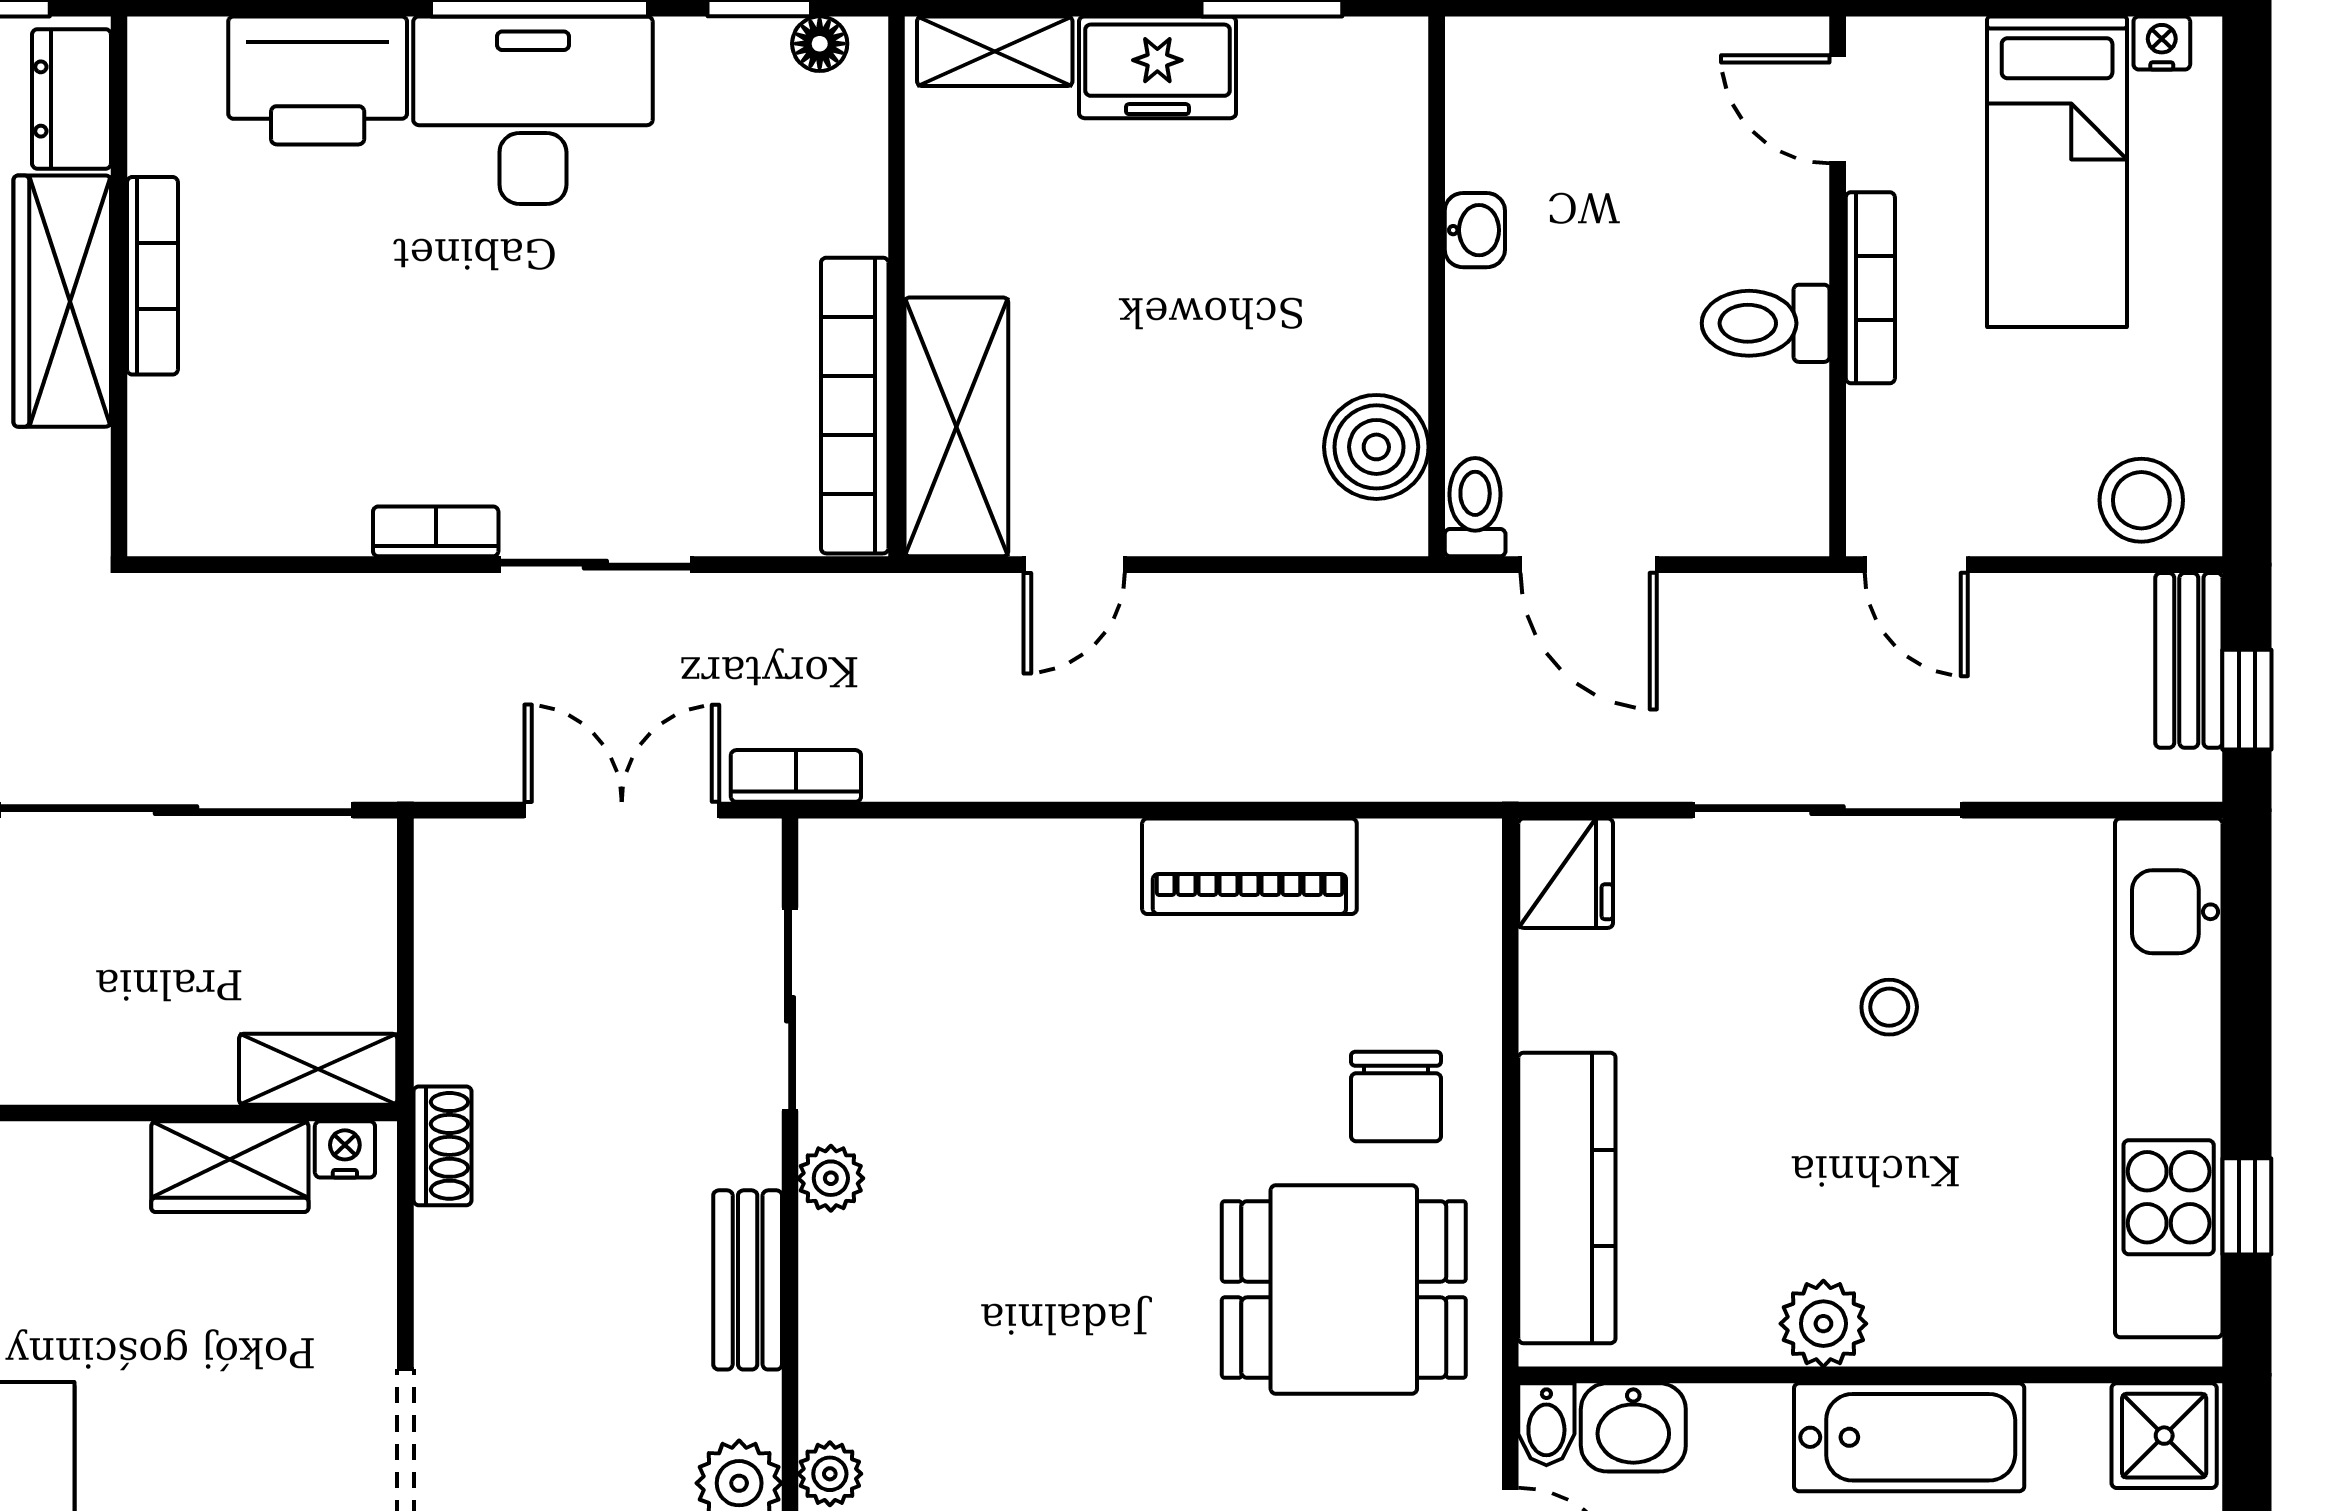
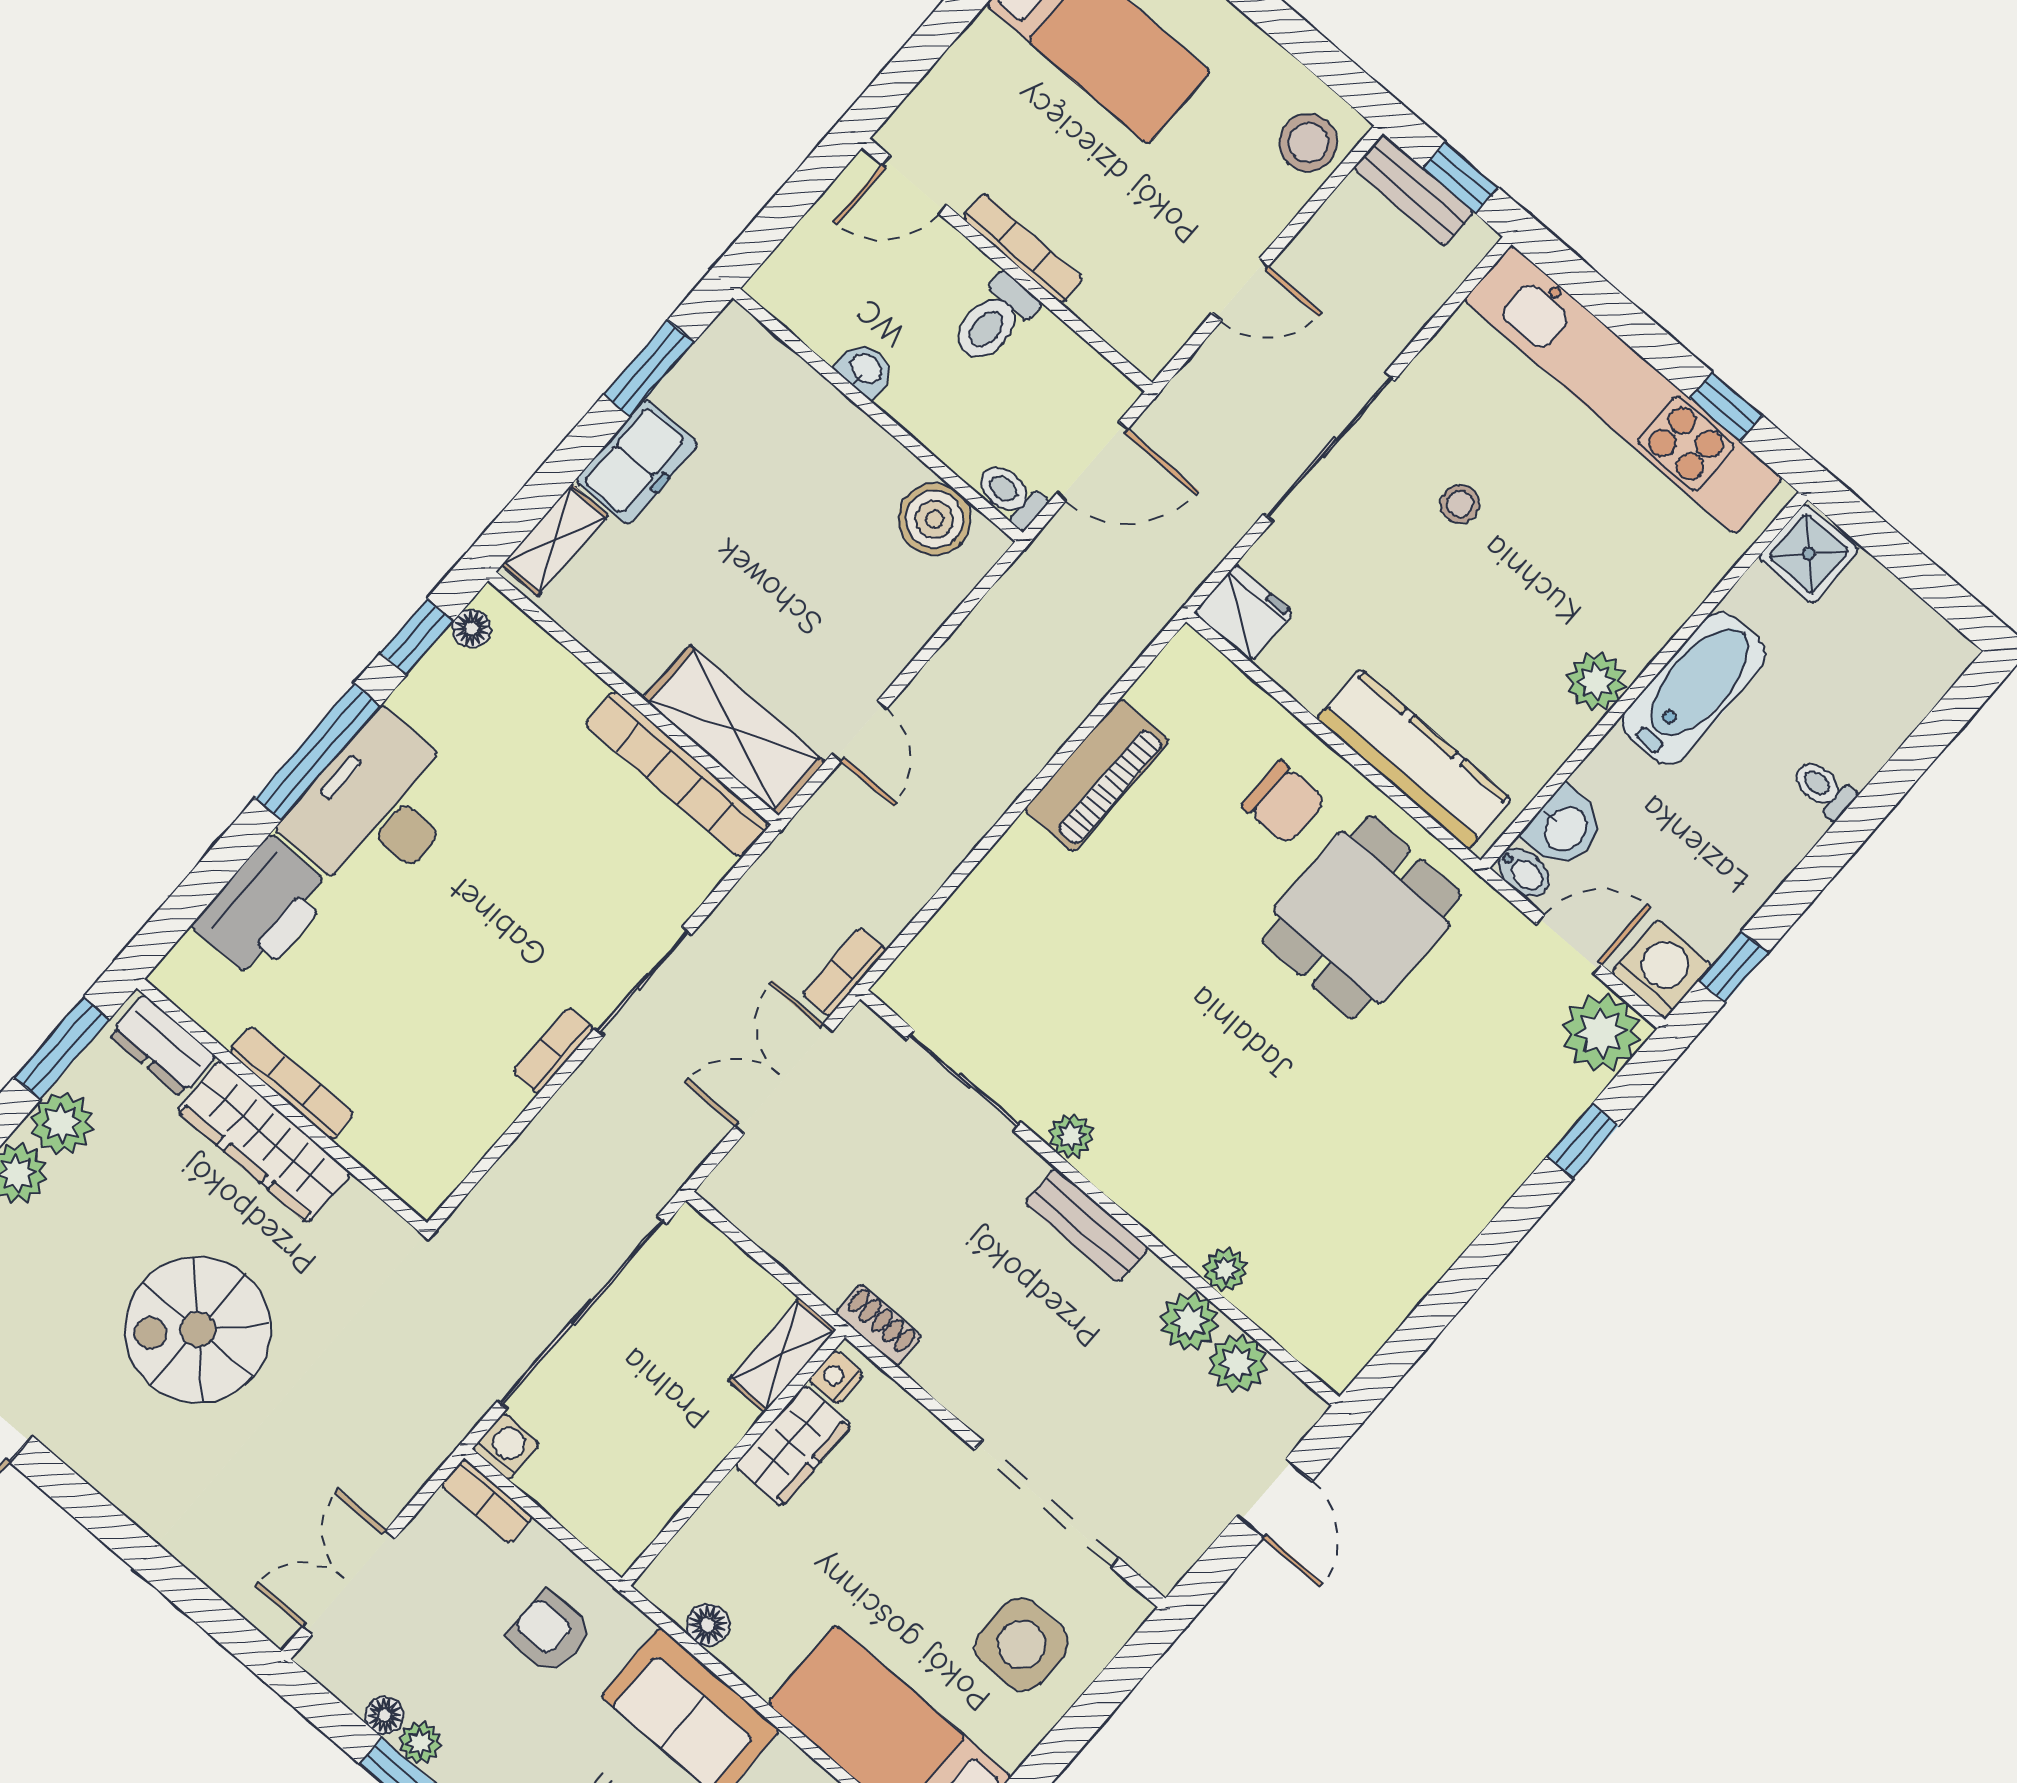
door: (1838, 109) -> (914, 185), moved
wall: (1838, 286) -> (1007, 265), moved
bookcase: (1870, 288) -> (1023, 249), moved
toilet: (1766, 323) -> (994, 319), moved

